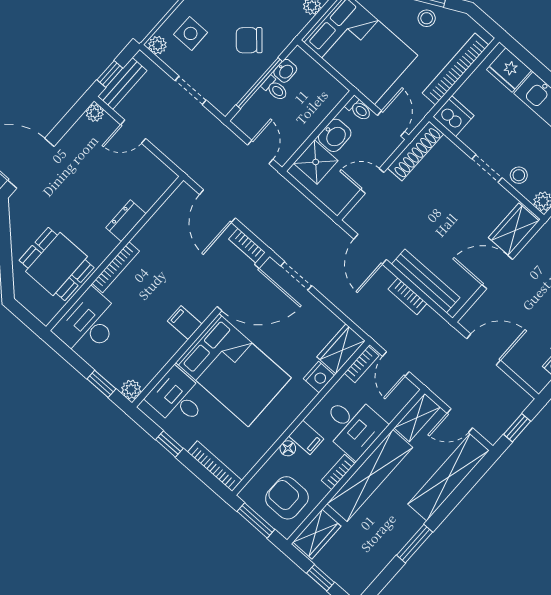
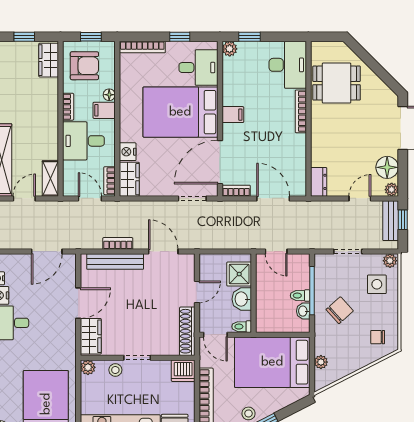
floor lamp: (80, 138) -> (387, 167), added
dresser: (126, 221) -> (319, 182), moved
shelving: (370, 476) -> (48, 121), removed
window: (256, 520) -> (91, 37), width x0.67

